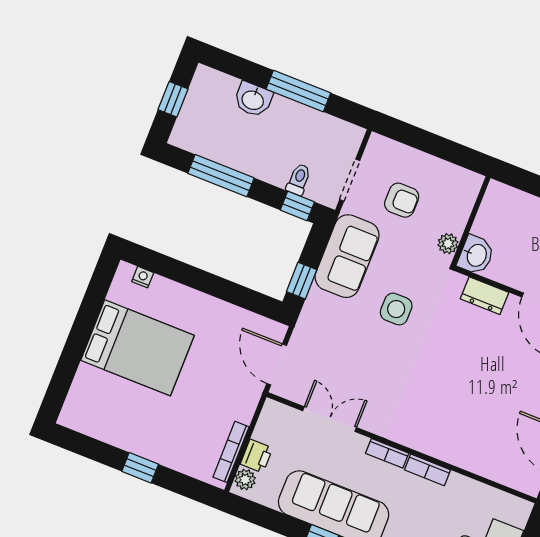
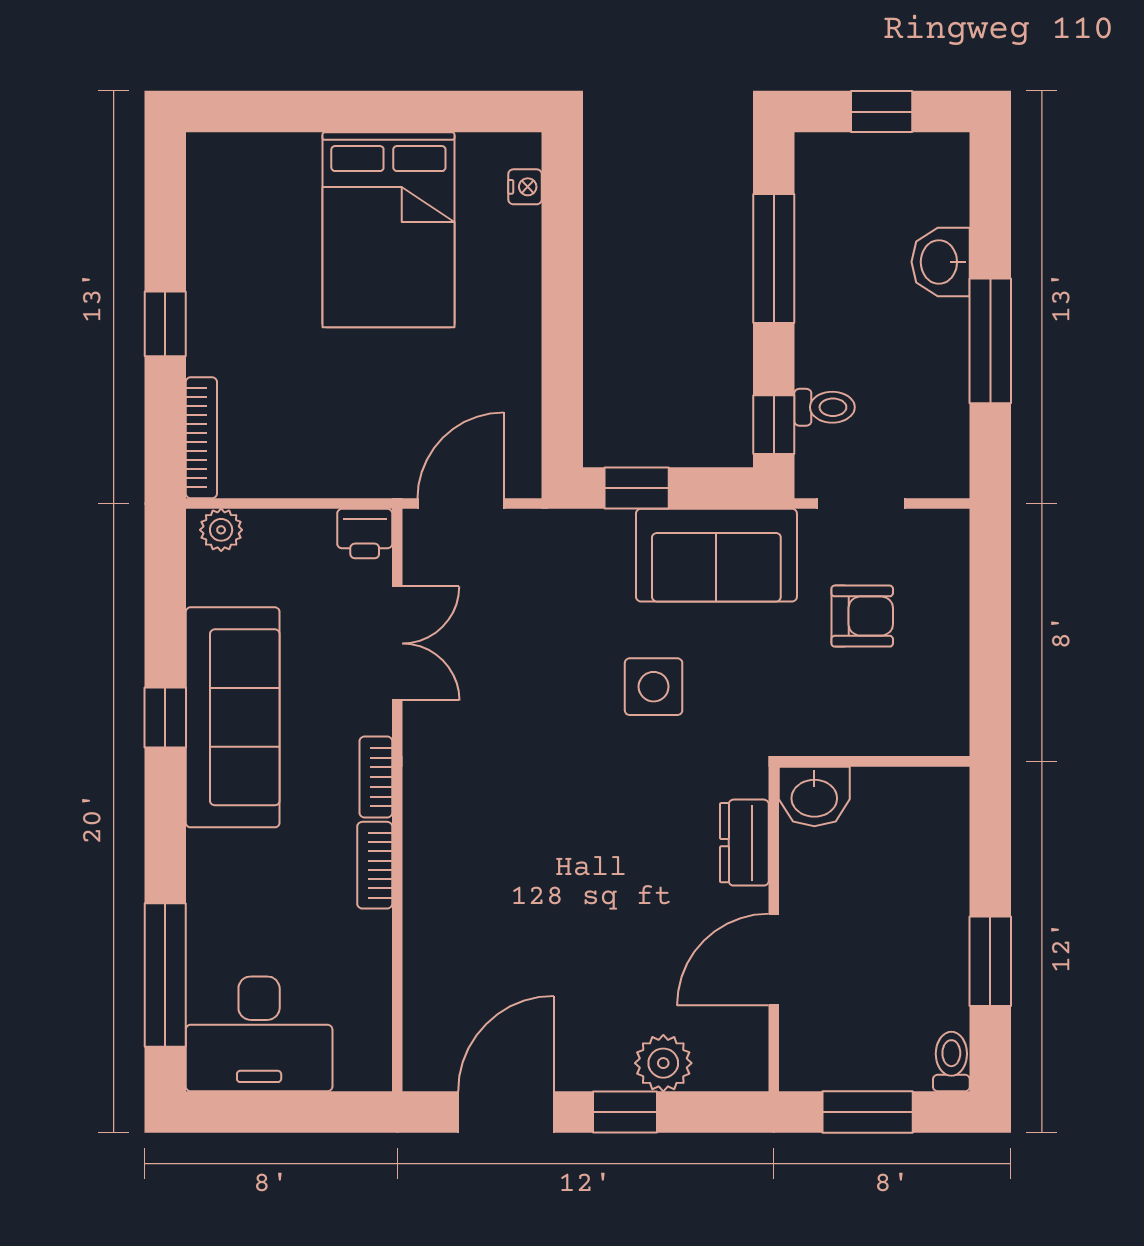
armchair: (402, 200) -> (862, 616), turned -90
plant: (448, 244) -> (815, 735), removed
bookcase: (231, 452) -> (201, 438), moved, turned 90
printer: (256, 456) -> (365, 534), moved

